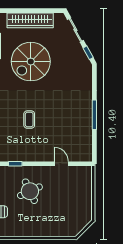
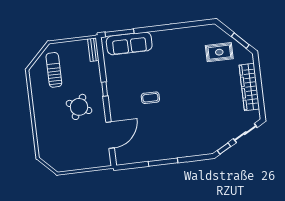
spiral stairs: (31, 62) -> (208, 92), removed
door: (61, 164) -> (110, 135), width x1.87
round table: (30, 191) -> (79, 107), turned -38

